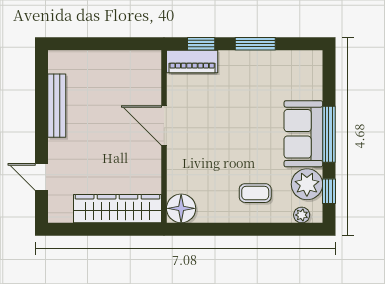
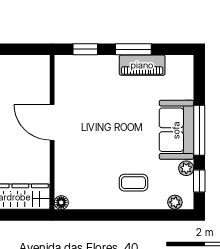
piano: (192, 61) -> (142, 65), moved
plant: (307, 184) -> (186, 168), width x0.53, depth x0.53
floor lamp: (181, 208) -> (61, 202), width x0.53, depth x0.53

